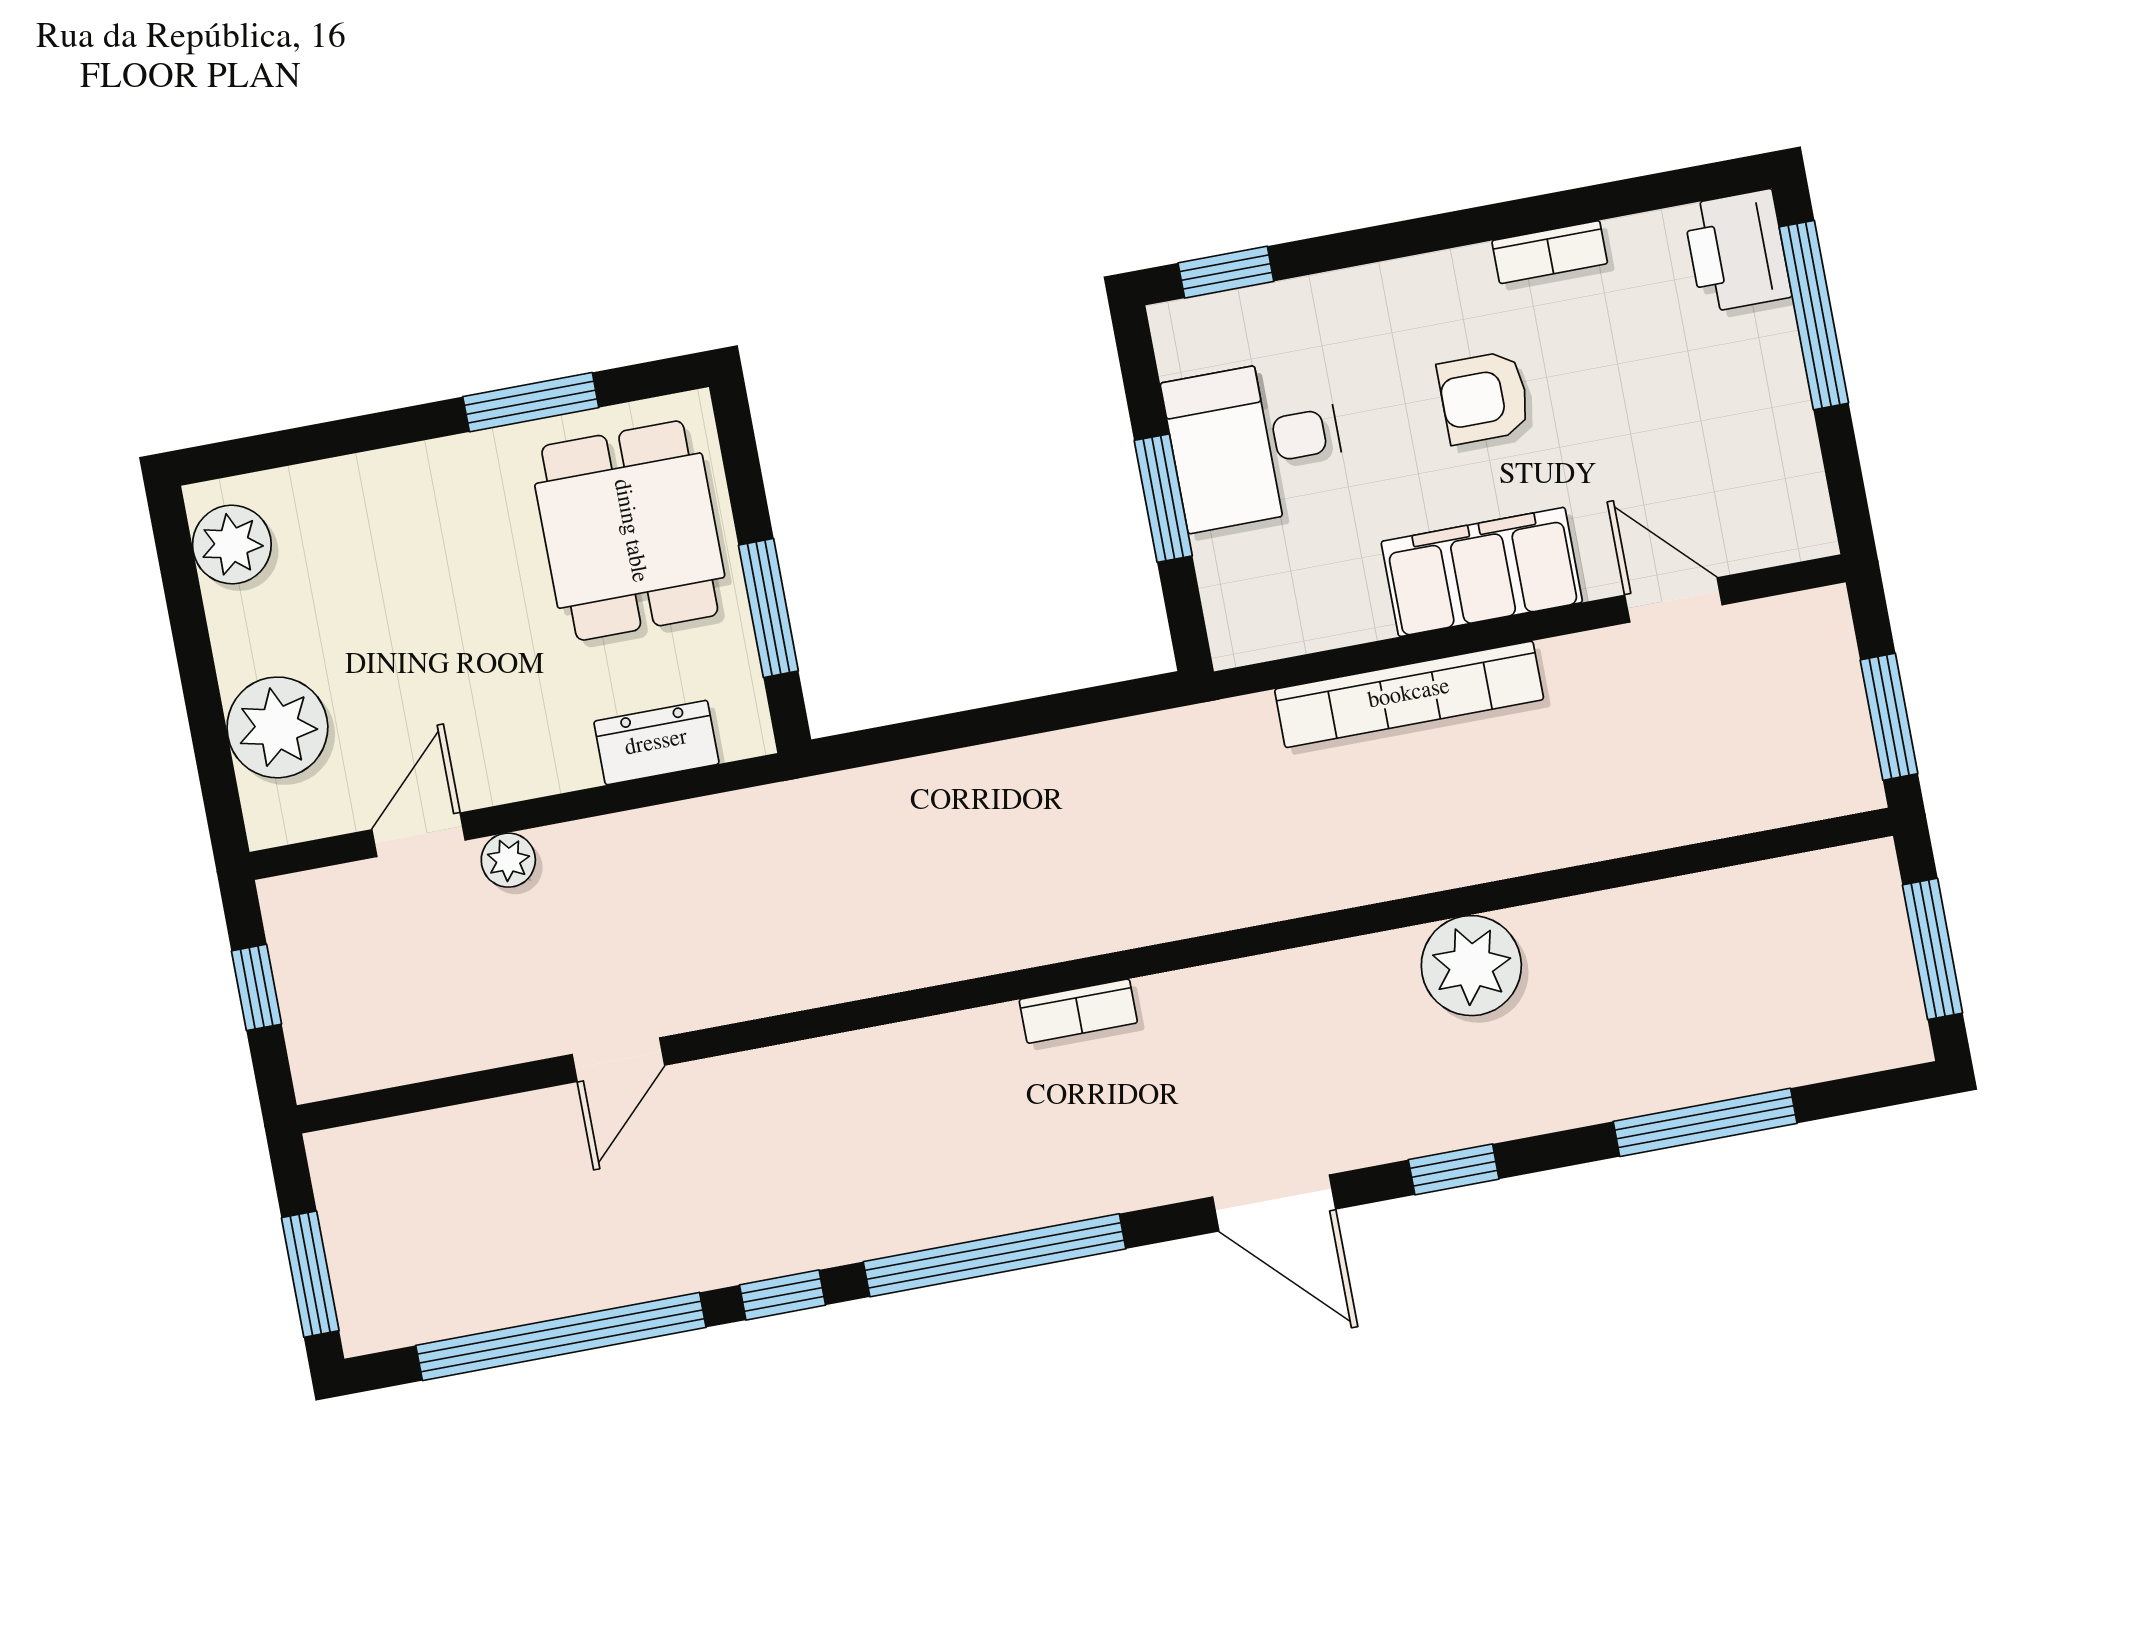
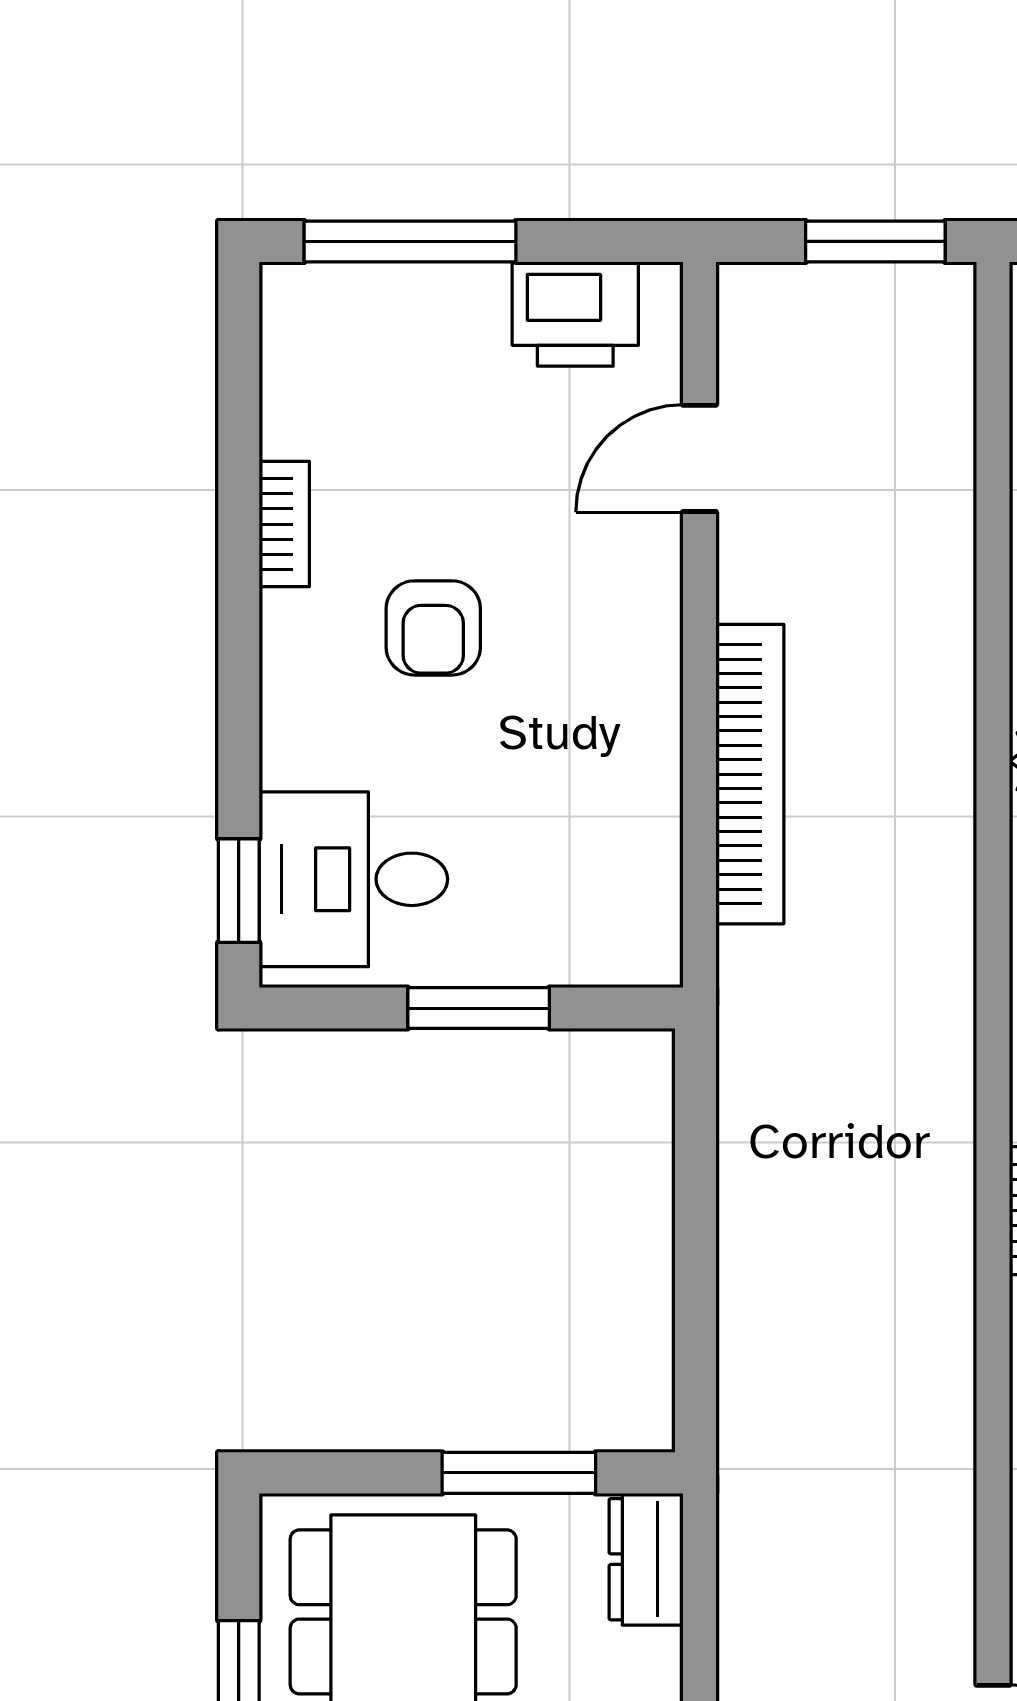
printer: (1737, 251) -> (575, 314), moved
desk: (1255, 443) -> (353, 879), moved, turned 90
filing cabinet: (1482, 572) -> (628, 667), removed
dresser: (656, 743) -> (646, 1559), moved

